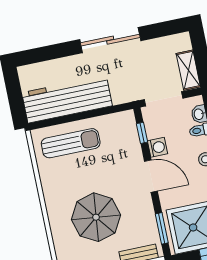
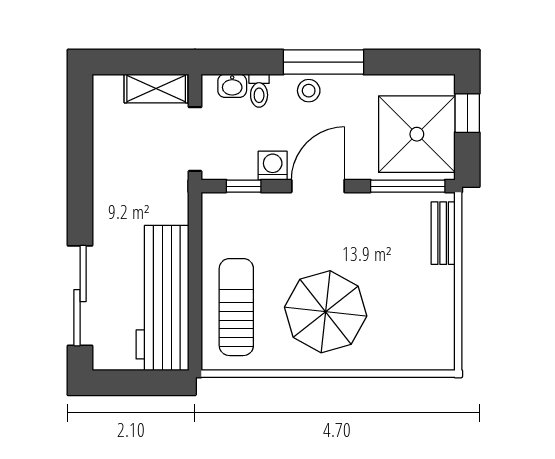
sliding door: (110, 40) -> (80, 296), moved
parasol: (96, 217) -> (326, 312), moved
window: (162, 228) -> (408, 186), width x1.44

